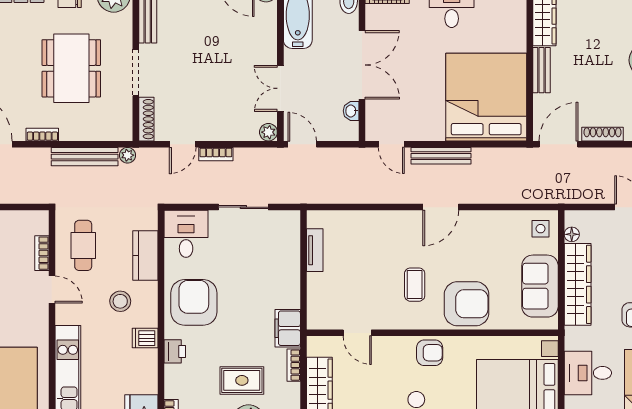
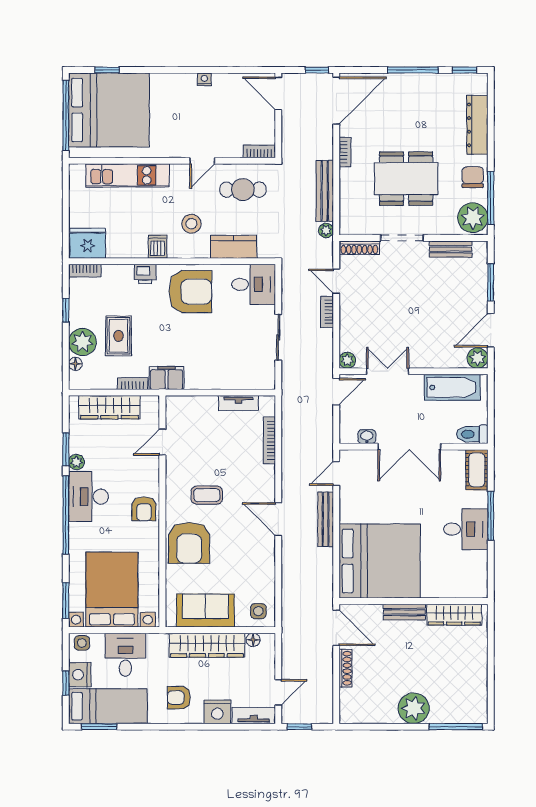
bookcase: (355, 217) -> (269, 440), added
bookcase: (42, 253) -> (259, 151), moved

